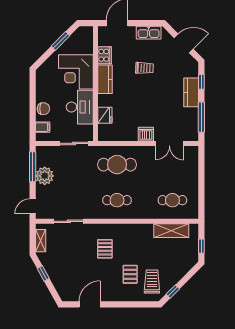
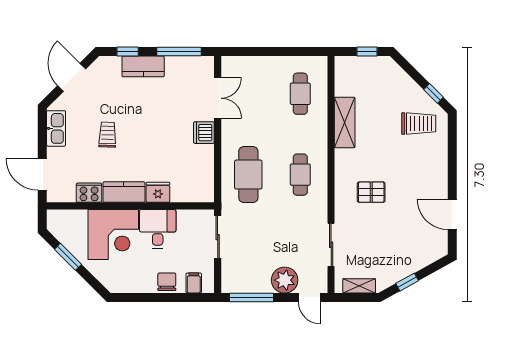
desk: (80, 107) -> (158, 229), width x0.73
fridge: (105, 115) -> (158, 192), moved
plant: (45, 176) -> (285, 280), moved
shelving: (171, 231) -> (345, 122), moved
pallet: (130, 274) -> (408, 155), removed
trolley: (152, 281) -> (419, 124), turned 180

